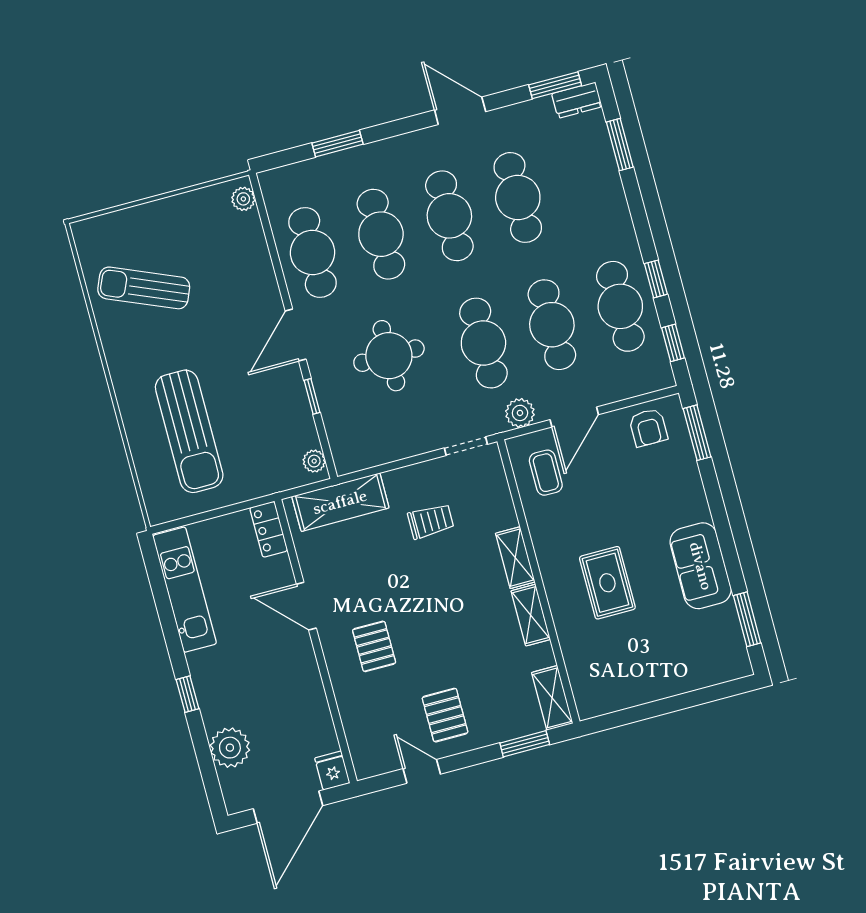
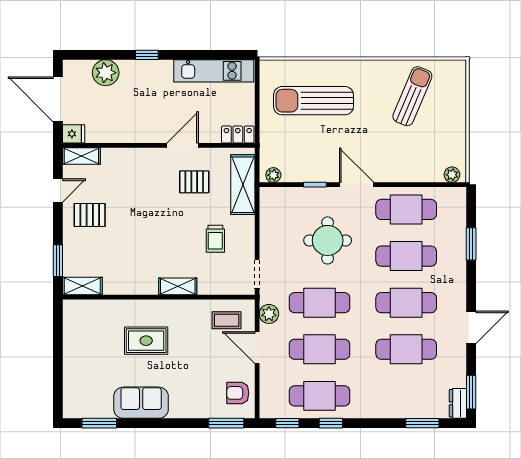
shelving: (531, 615) -> (81, 156), moved
pallet: (374, 646) -> (194, 182), moved

